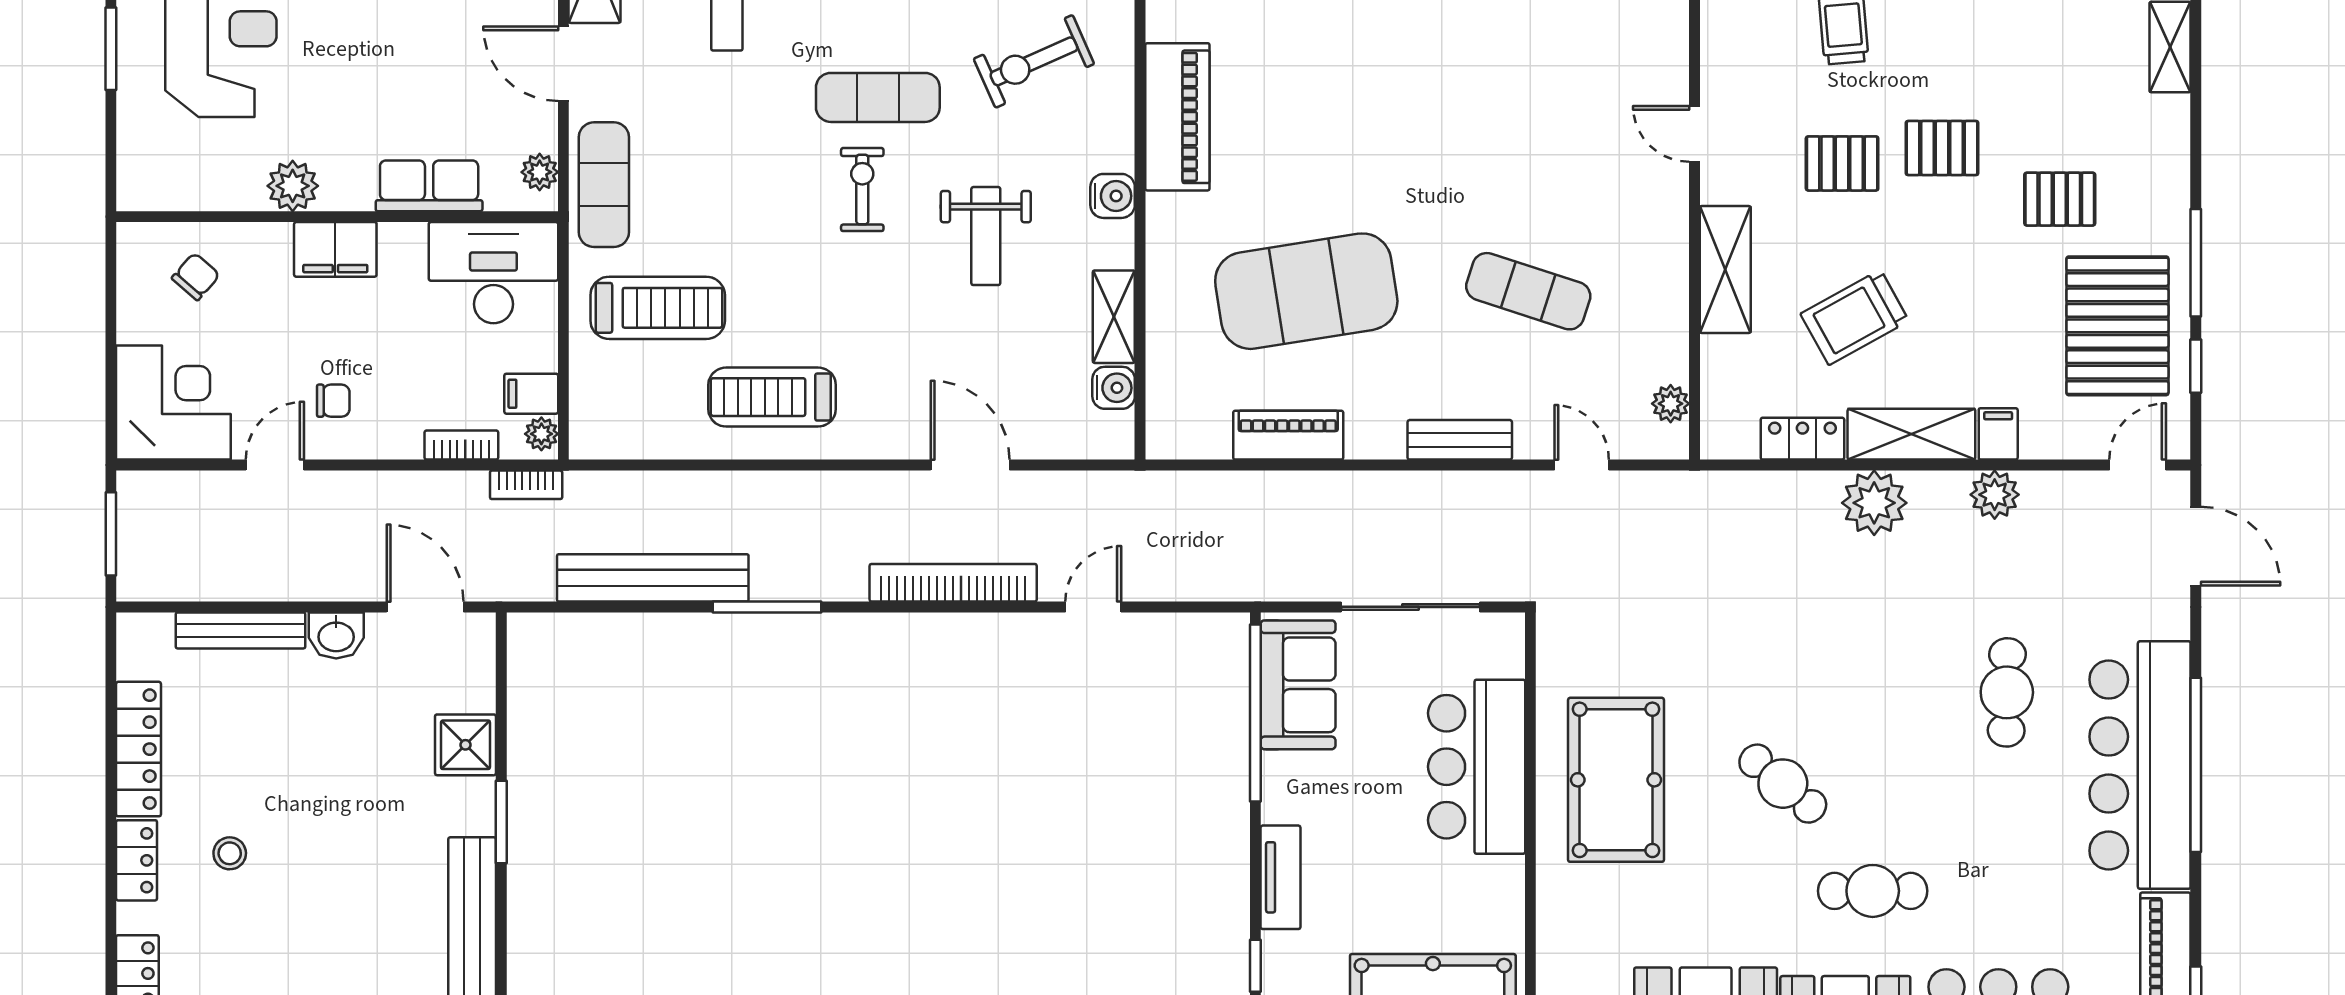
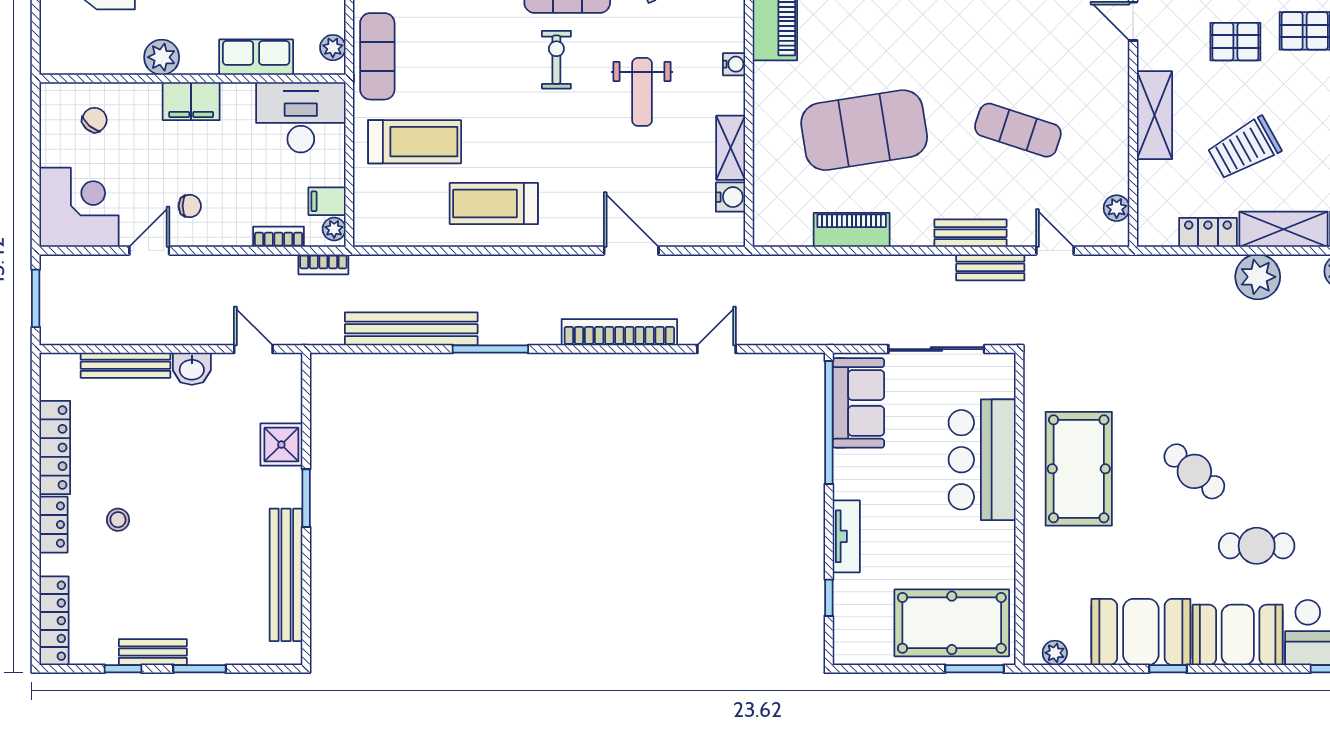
water cooler: (1113, 196) -> (734, 64), width x0.72, depth x0.72
bench: (1488, 489) -> (990, 267), added
door: (425, 607) -> (253, 349), width x0.73

